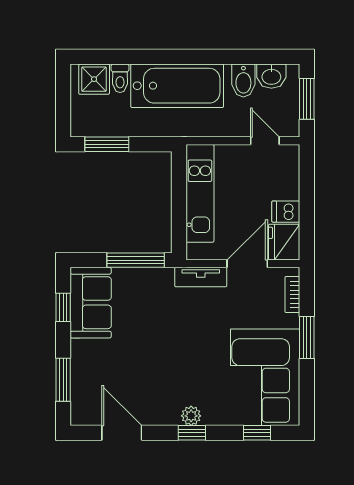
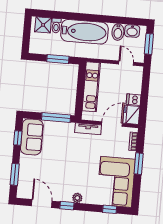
window: (107, 144) -> (58, 59), moved
window: (192, 433) -> (67, 206), moved

